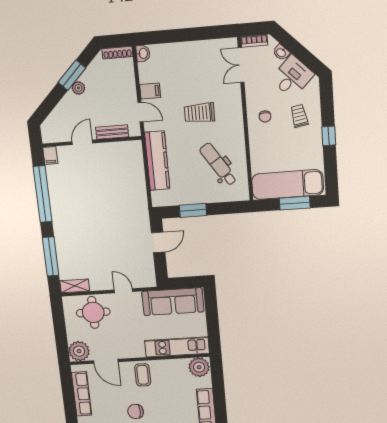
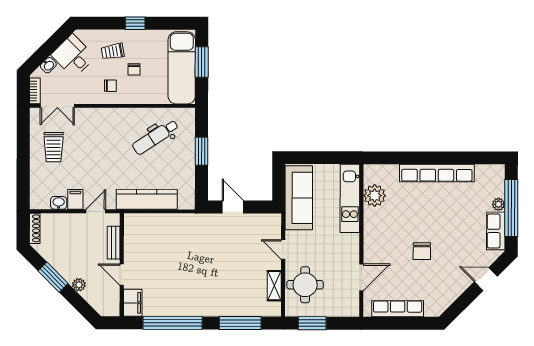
washbasin: (143, 53) -> (59, 203), moved
plant: (78, 88) -> (79, 285), moved
trolley: (199, 113) -> (54, 147), moved
chair: (283, 138) -> (134, 69), added
filing cabinet: (50, 155) -> (133, 303), width x2.00
window: (193, 210) -> (201, 151), moved
shelving: (75, 286) -> (274, 286), moved
door: (123, 291) -> (283, 250), hinge flipped
window: (59, 321) -> (312, 323), added
plant: (79, 351) -> (348, 305), removed
plant: (199, 367) -> (375, 196), moved
coffee table: (143, 375) -> (380, 239), removed

